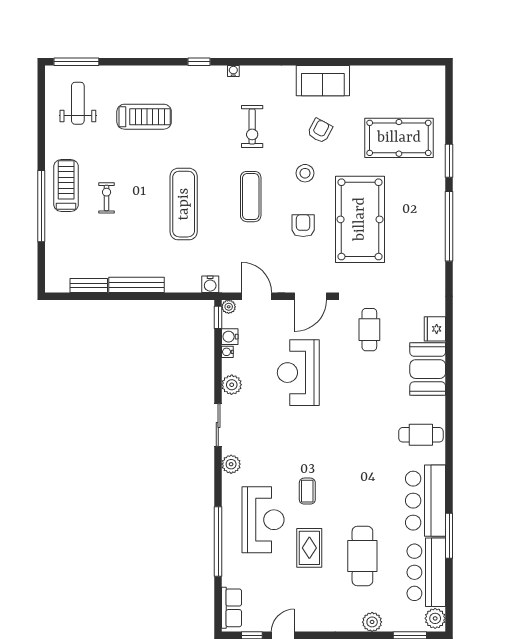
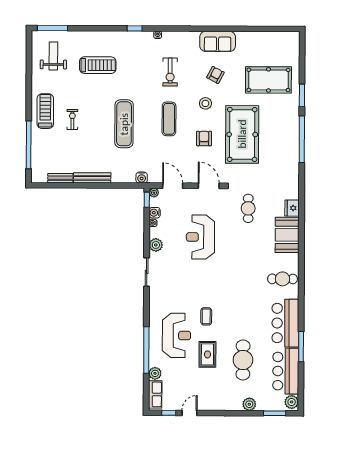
window: (41, 206) -> (29, 145), moved
door: (310, 296) -> (209, 186), swing flipped
plant: (231, 464) -> (155, 373), moved

